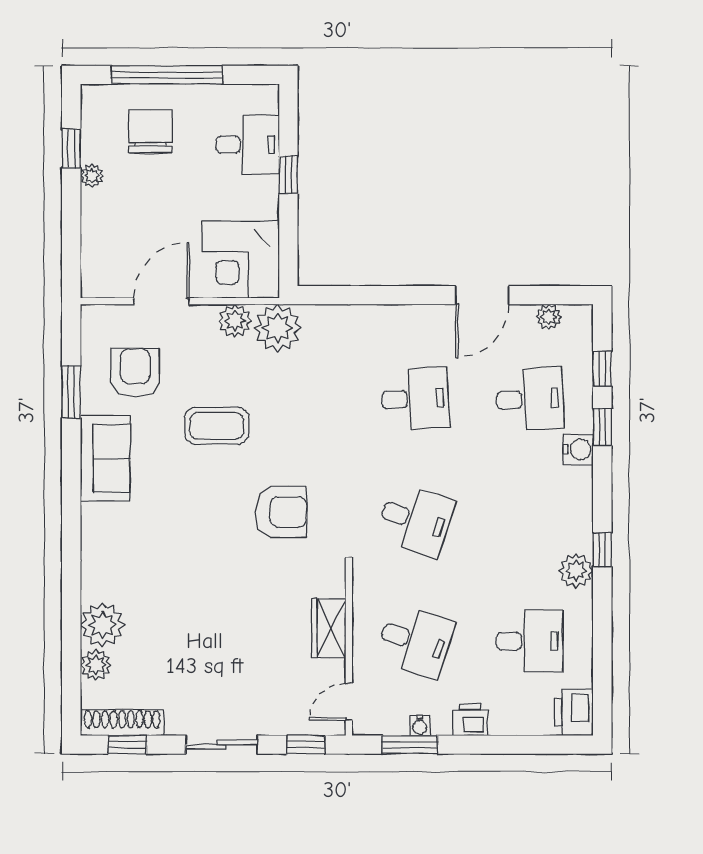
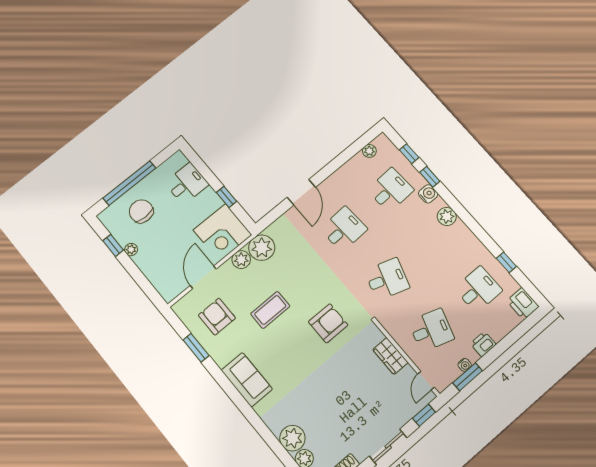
window: (288, 175) -> (226, 197), moved
door: (482, 295) -> (301, 192), moved
sofa: (105, 458) -> (247, 380), moved
window: (602, 550) -> (506, 262), moved
plant: (576, 571) -> (447, 216), moved

